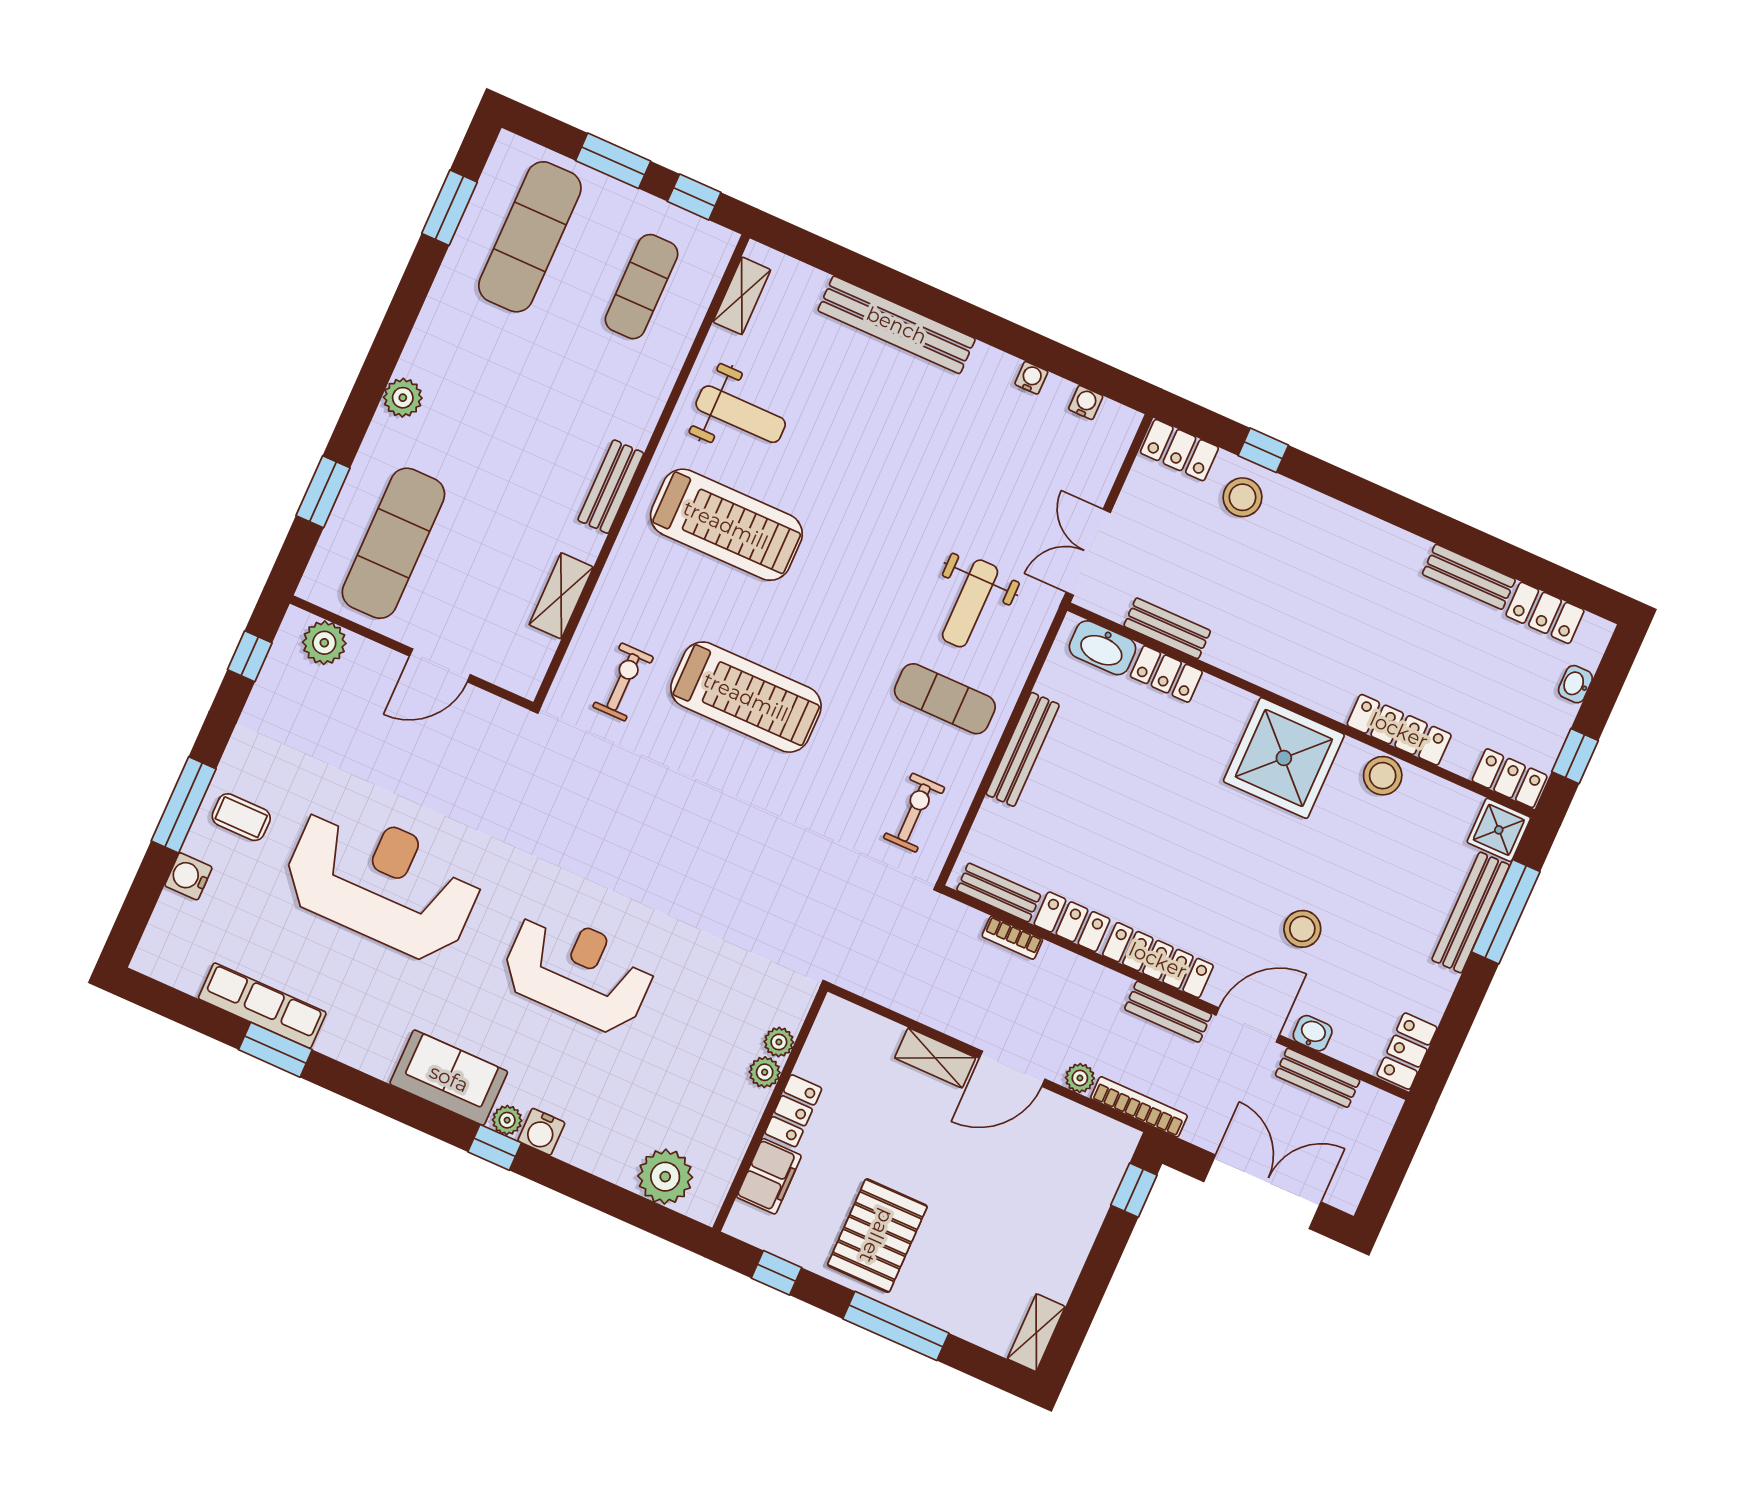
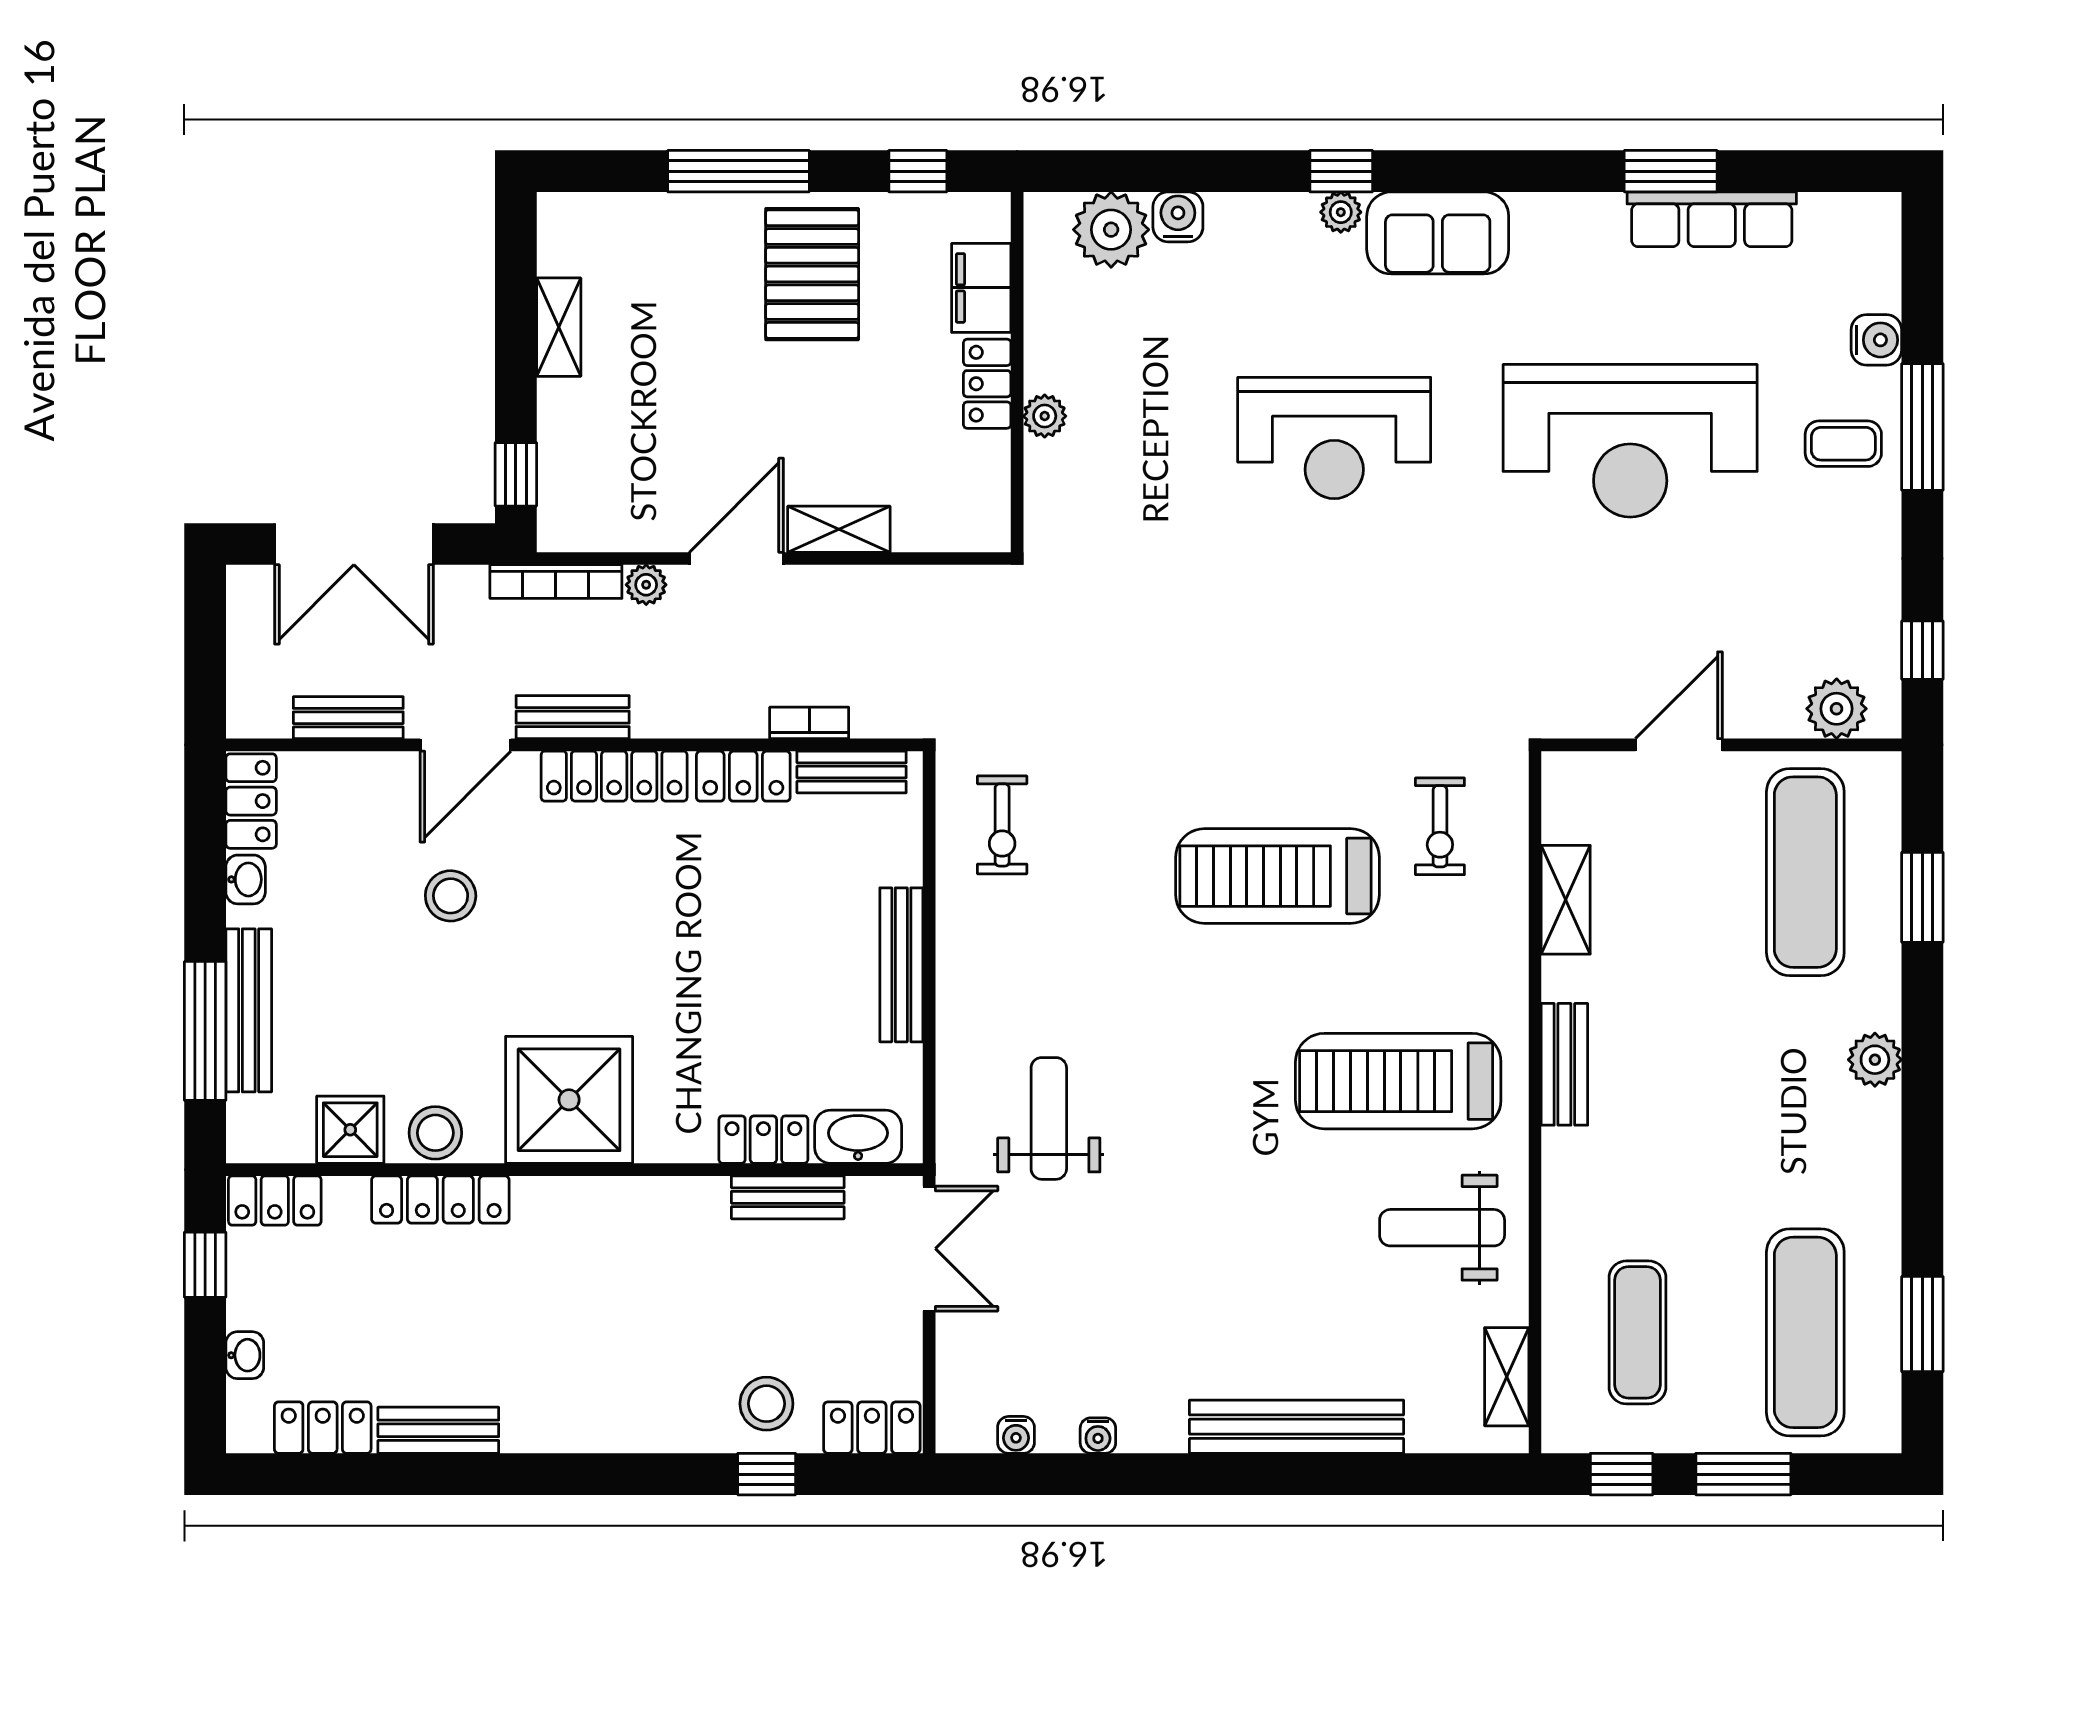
exercise mat: (945, 699) -> (1027, 985), removed
shower: (1499, 830) -> (350, 1130), moved
washbasin: (1313, 1033) -> (246, 879), moved, turned -90
plant: (779, 1042) -> (1044, 462), removed
water cooler: (541, 1132) -> (1178, 217), moved
shelving: (1036, 1333) -> (559, 327), moved

